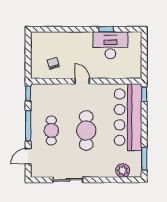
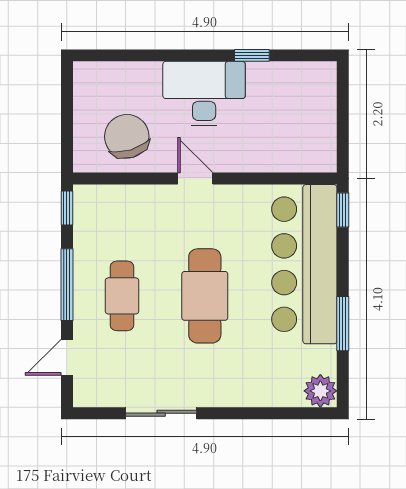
desk: (110, 45) -> (204, 94), moved
chair: (53, 63) -> (127, 136), width x1.87, depth x1.87
window: (144, 159) -> (343, 324), moved
plant: (123, 170) -> (320, 391), moved

